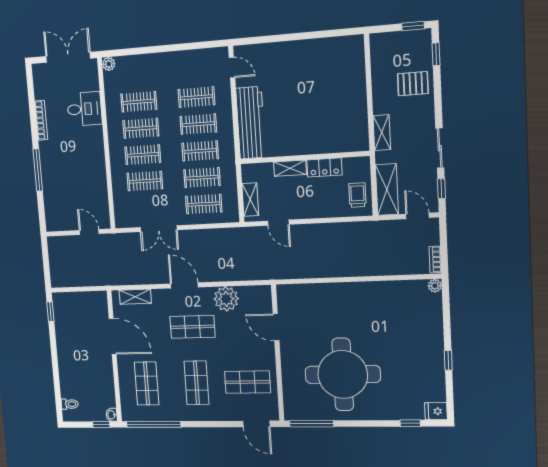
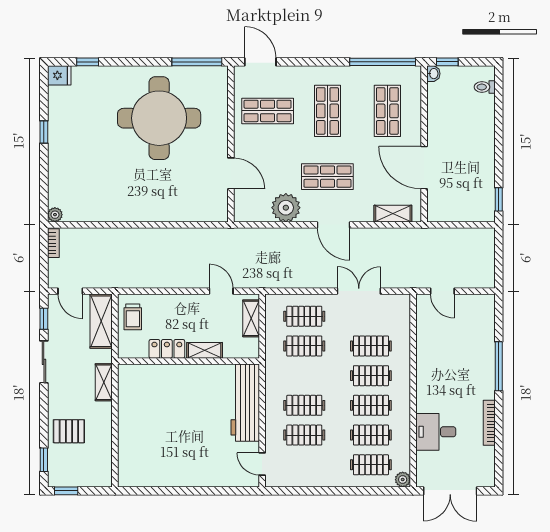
clothes rail: (200, 151) -> (371, 465), moved

